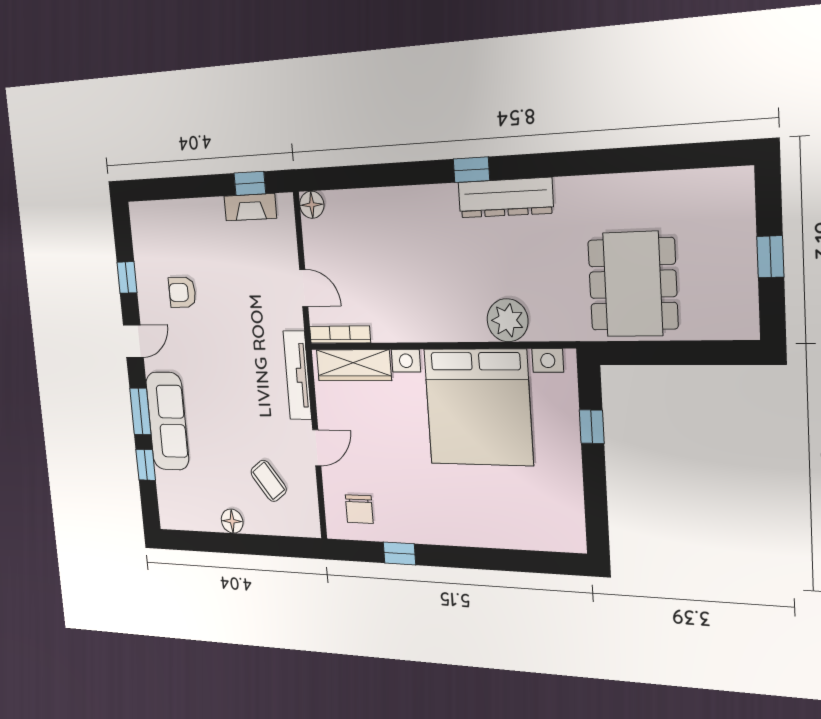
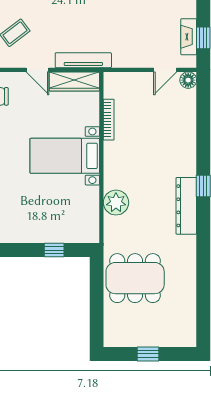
door: (304, 288) -> (165, 70), moved
bookcase: (340, 334) -> (109, 120), moved
wardrobe: (354, 365) -> (74, 81), moved, turned -90
bed with nightstands: (478, 407) -> (65, 156), width x0.54

